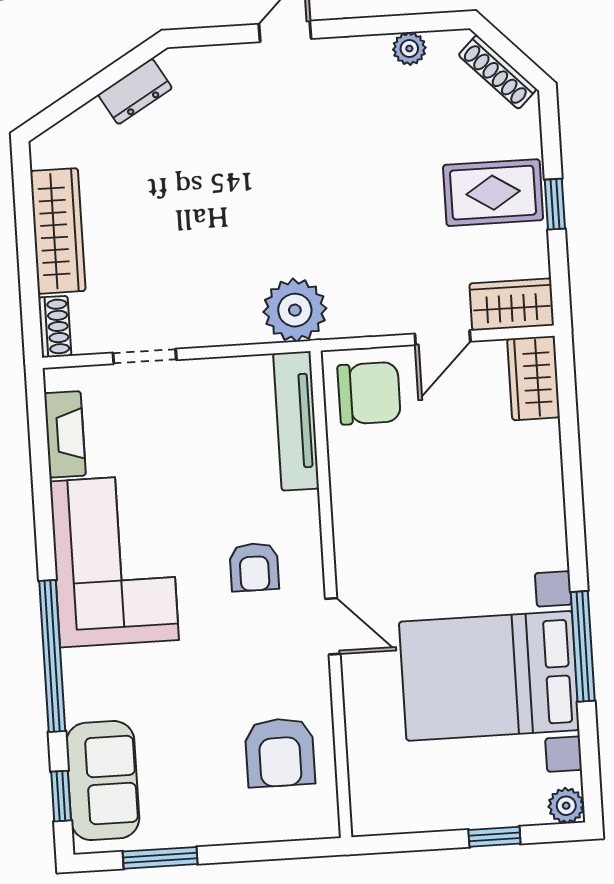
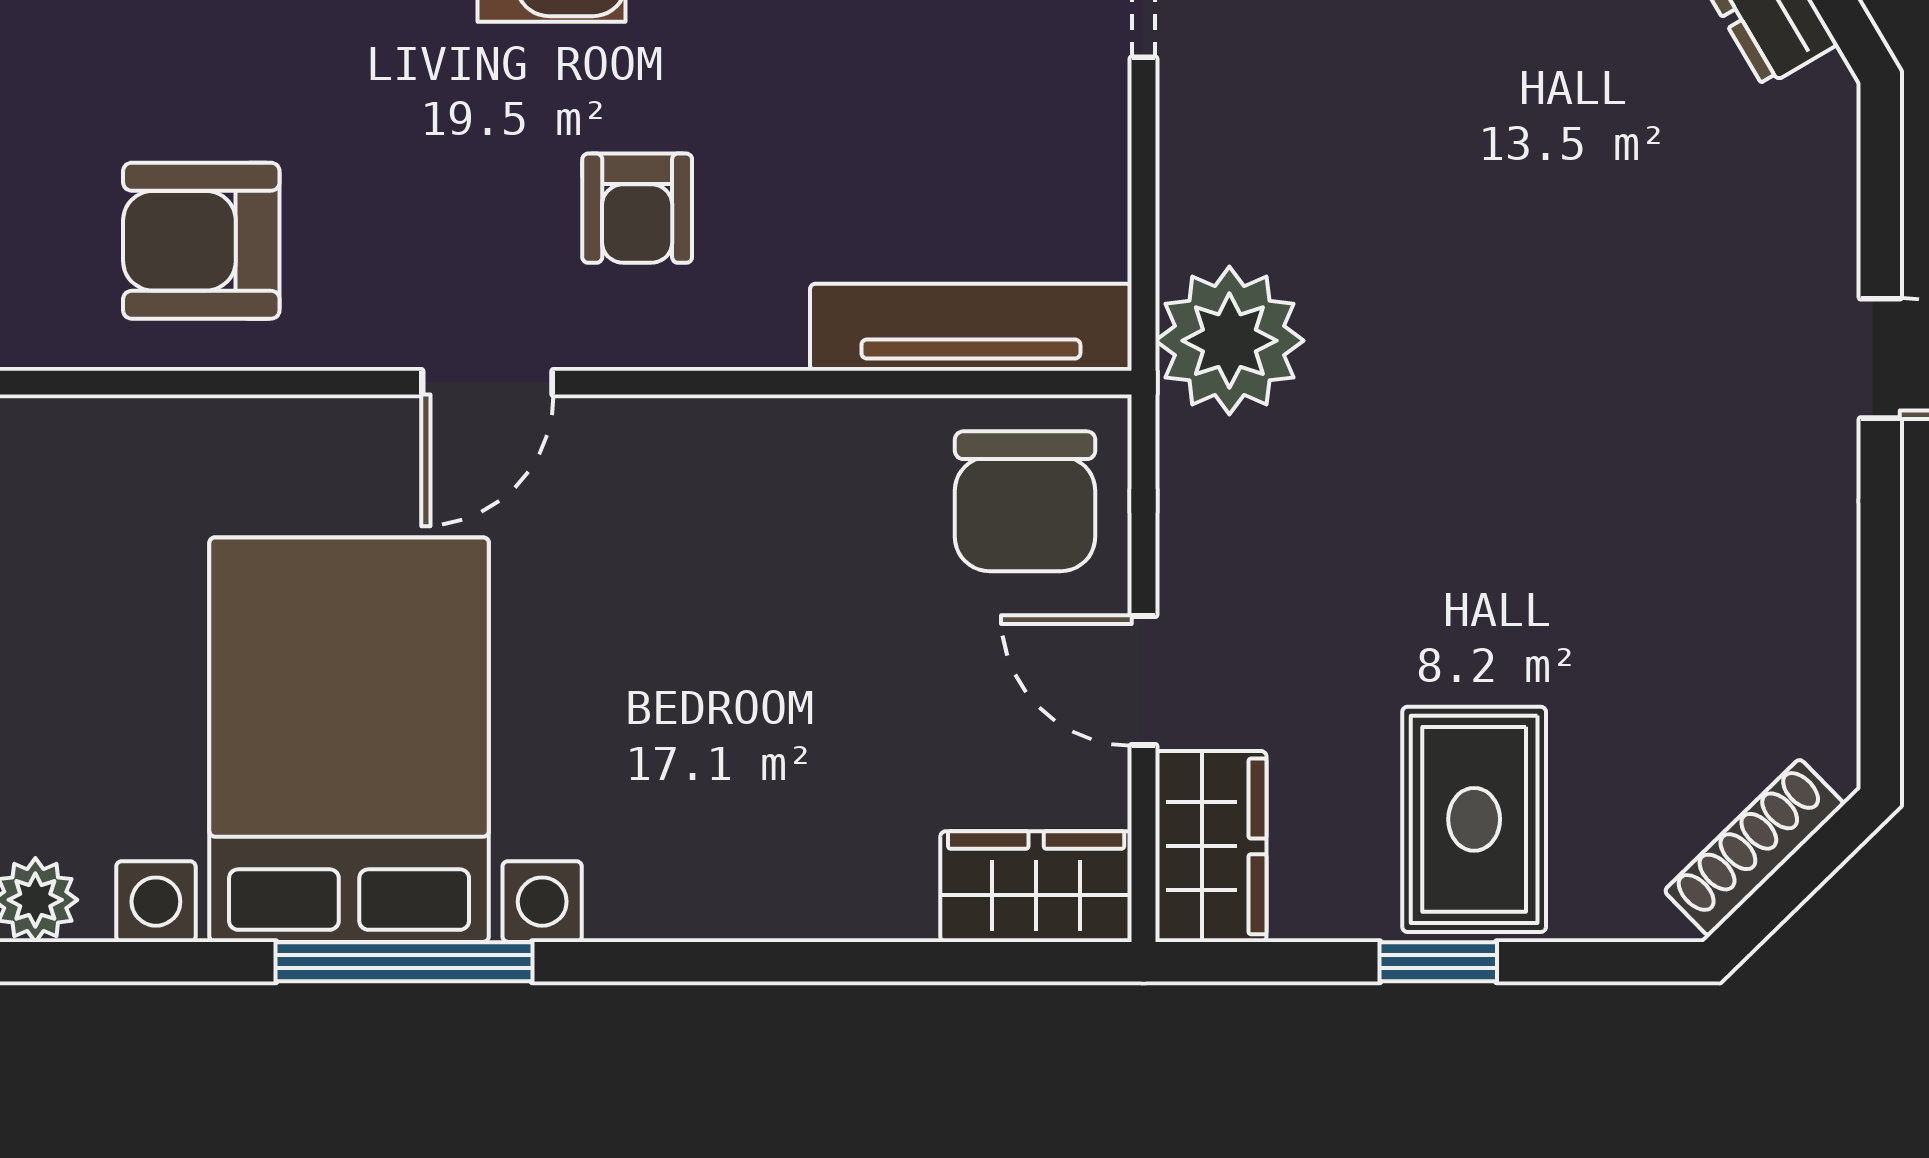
plant: (409, 49) -> (1822, 645), removed
armchair: (254, 567) -> (637, 208), turned -90

